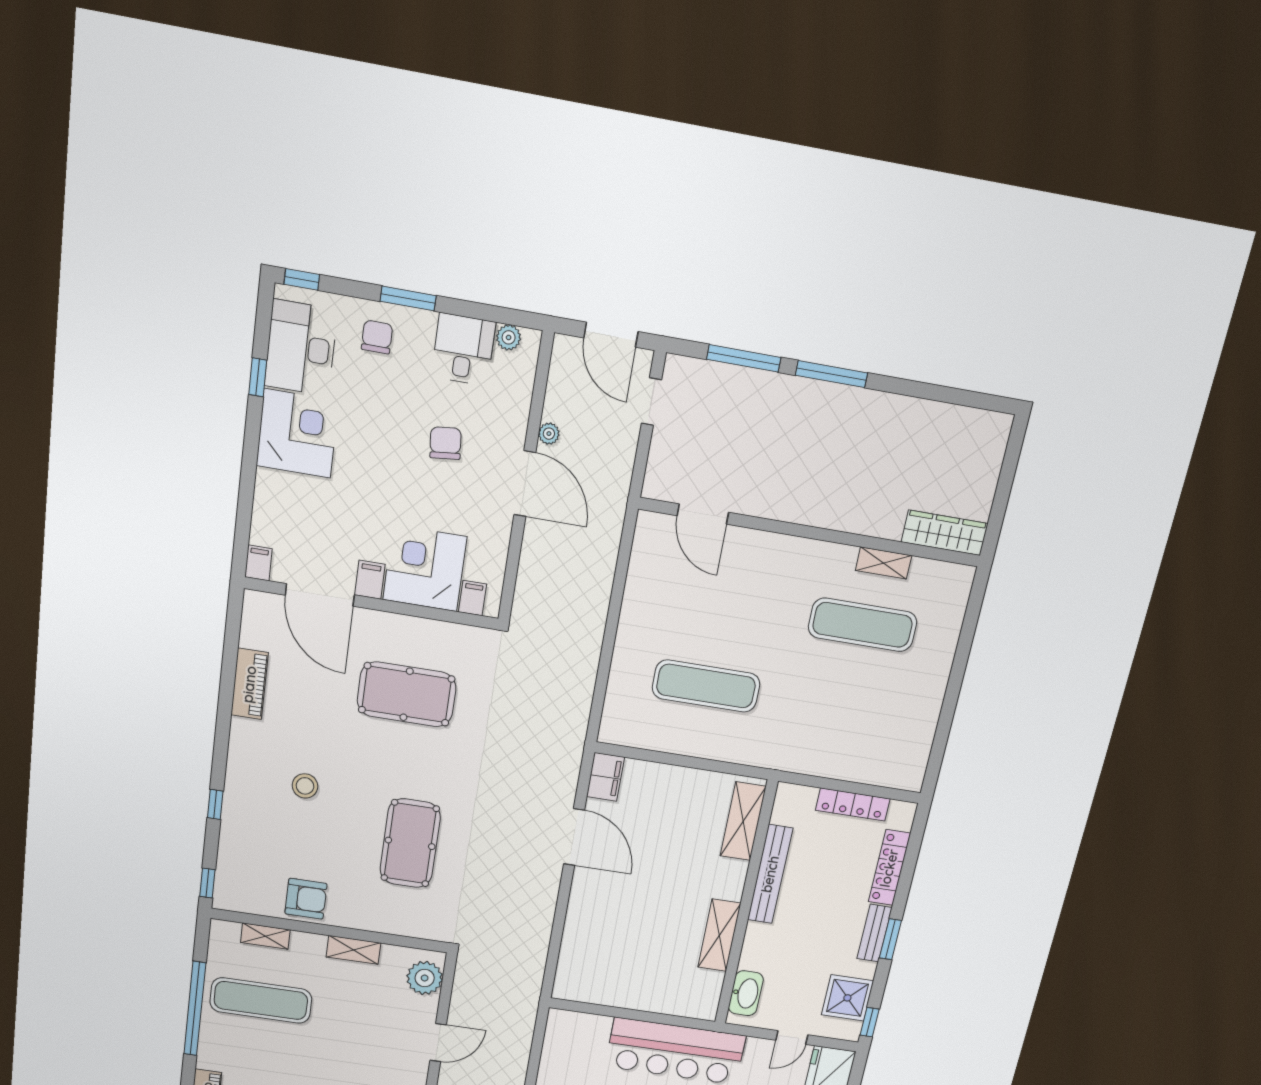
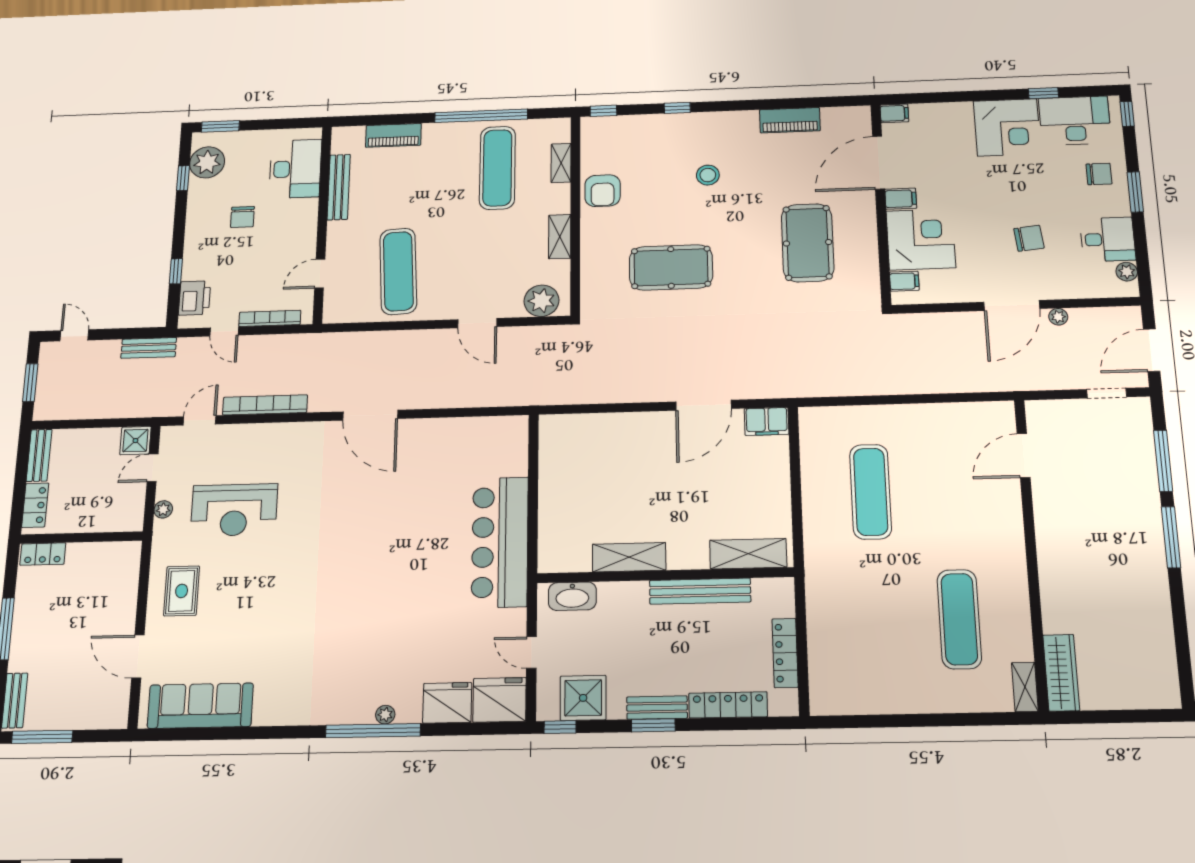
shelving: (883, 563) -> (1025, 687), moved

